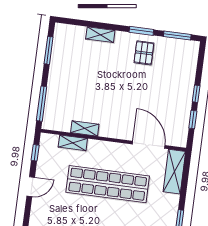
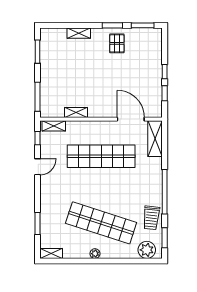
shelving: (73, 143) -> (54, 126), moved

